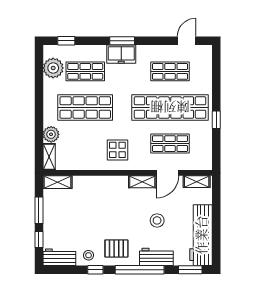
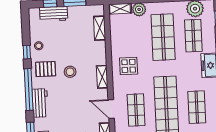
shelving: (58, 182) -> (100, 28), moved
shelving: (142, 182) -> (102, 77), moved
stool: (157, 220) -> (70, 72), moved
pallet: (116, 248) -> (46, 69), turned 90
workbench: (59, 257) -> (54, 14), moved, turned 90

